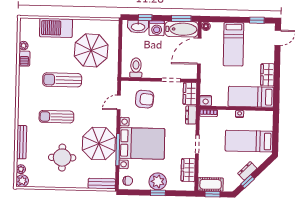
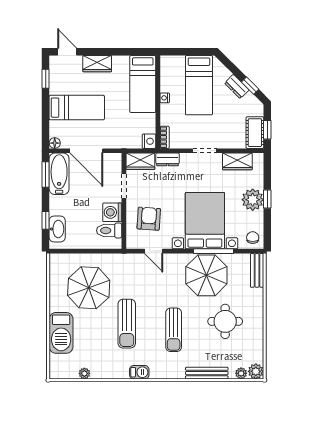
washing machine: (157, 28) -> (112, 212), moved, turned 180
barbecue: (24, 59) -> (139, 372), moved
wardrobe: (267, 75) -> (97, 64), moved

